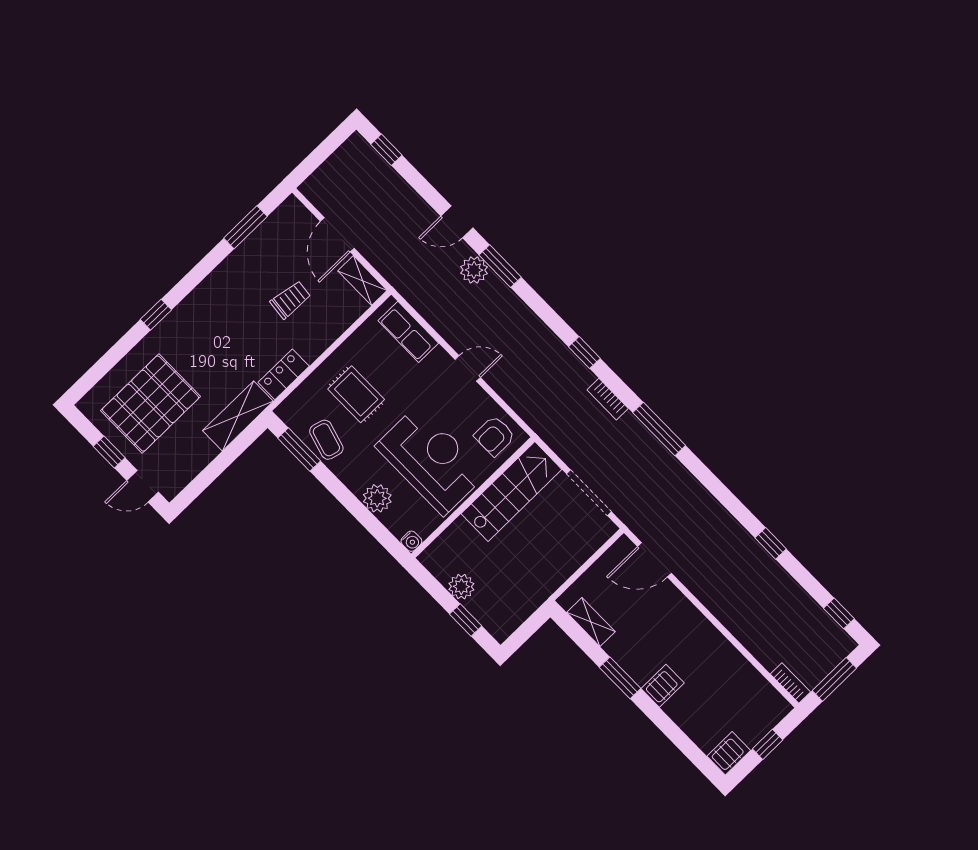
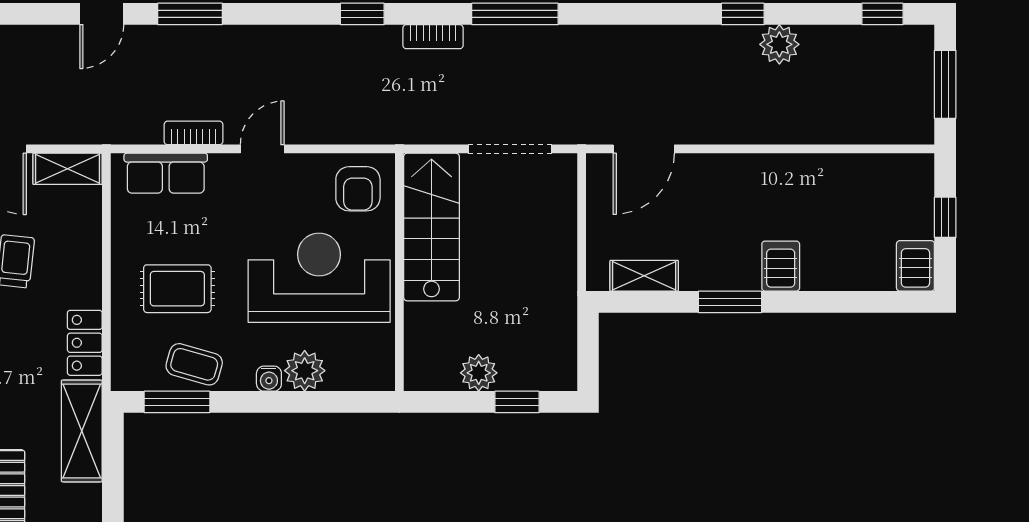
plant: (474, 270) -> (779, 44), moved
water cooler: (411, 541) -> (269, 379), moved, turned 90
bookcase: (790, 683) -> (193, 133), moved

